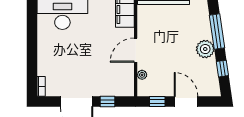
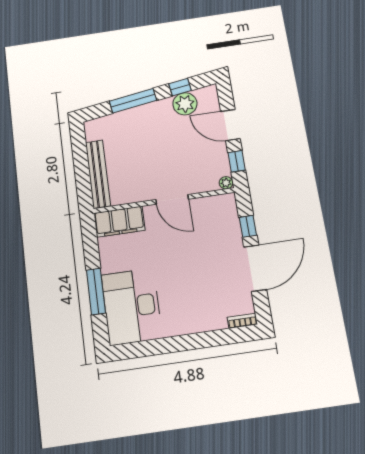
plant: (205, 49) -> (185, 104), moved
plant: (142, 75) -> (226, 183), moved
door: (186, 102) -> (230, 125), hinge flipped

